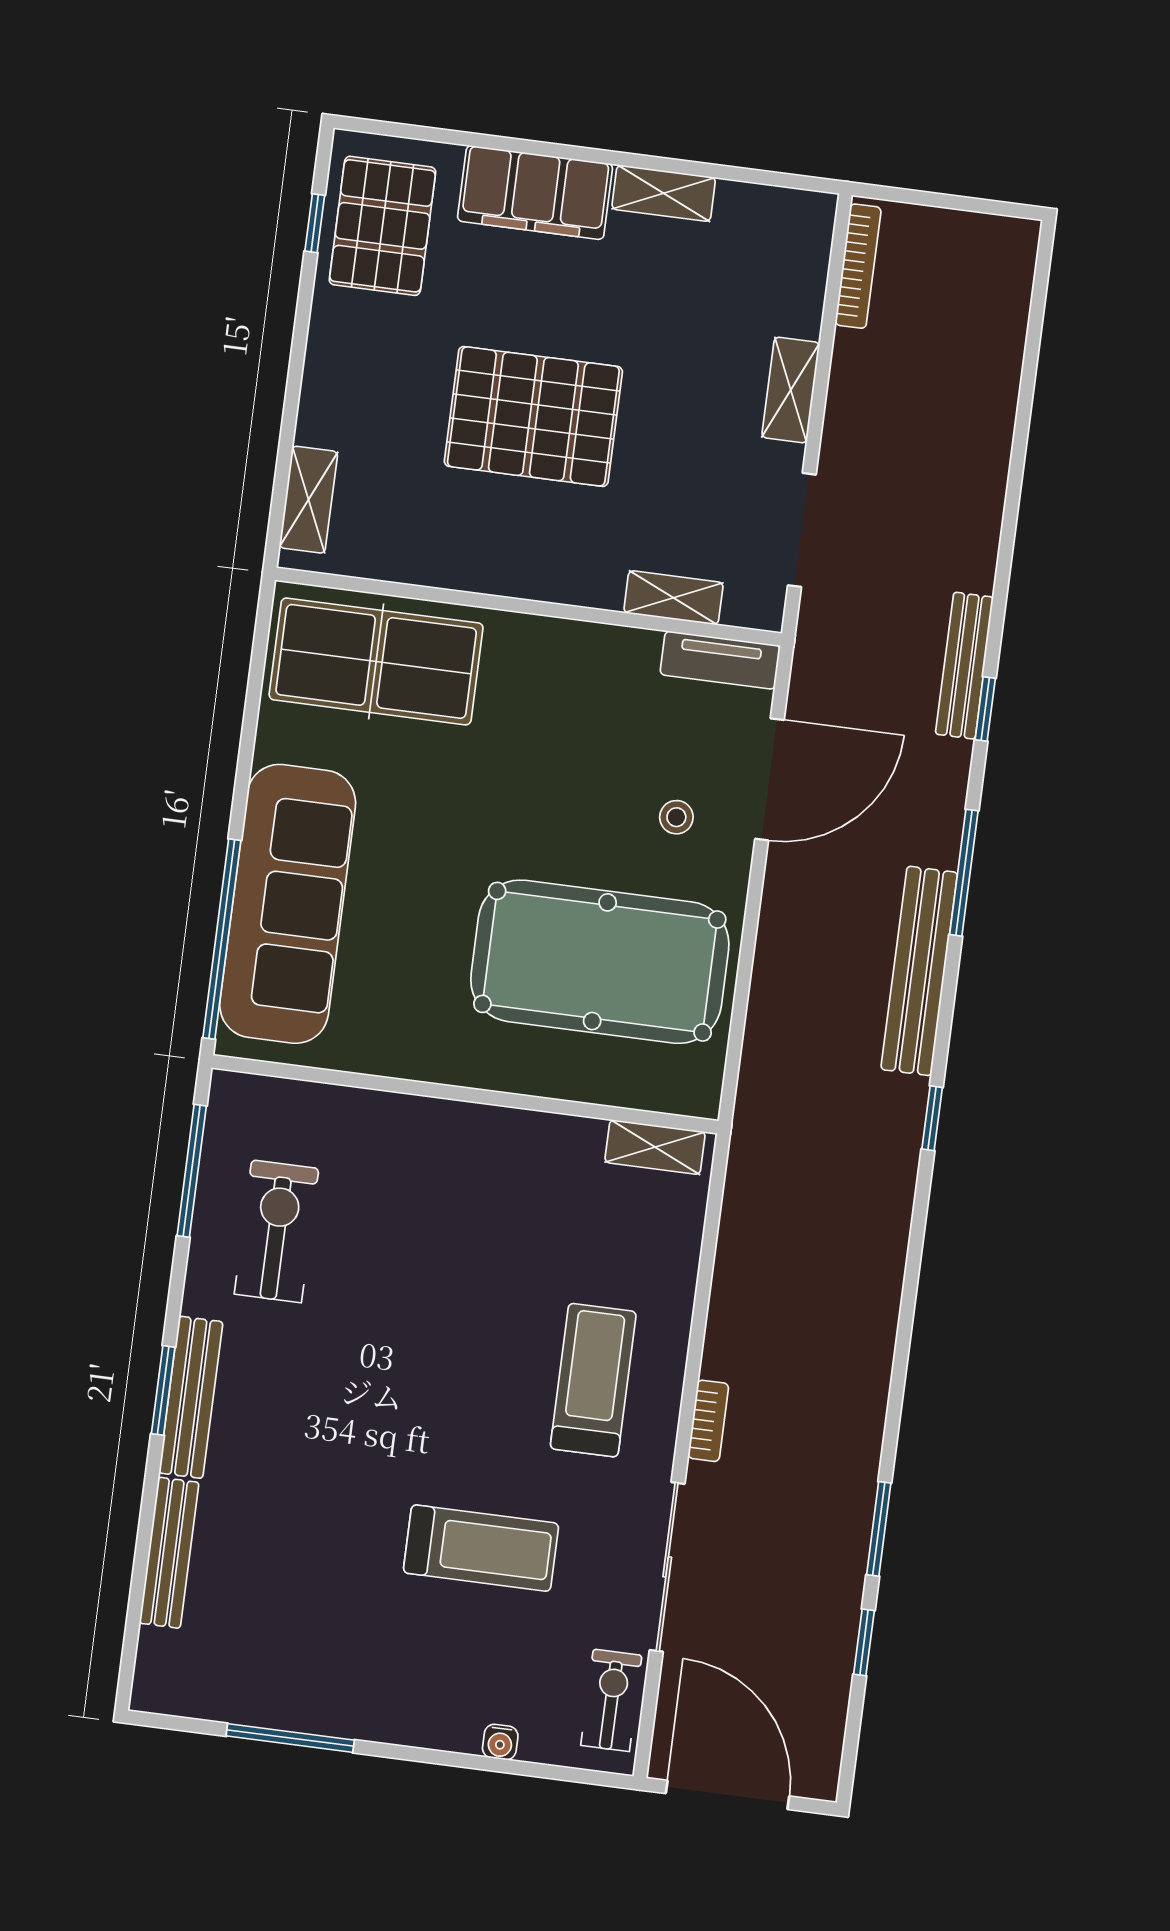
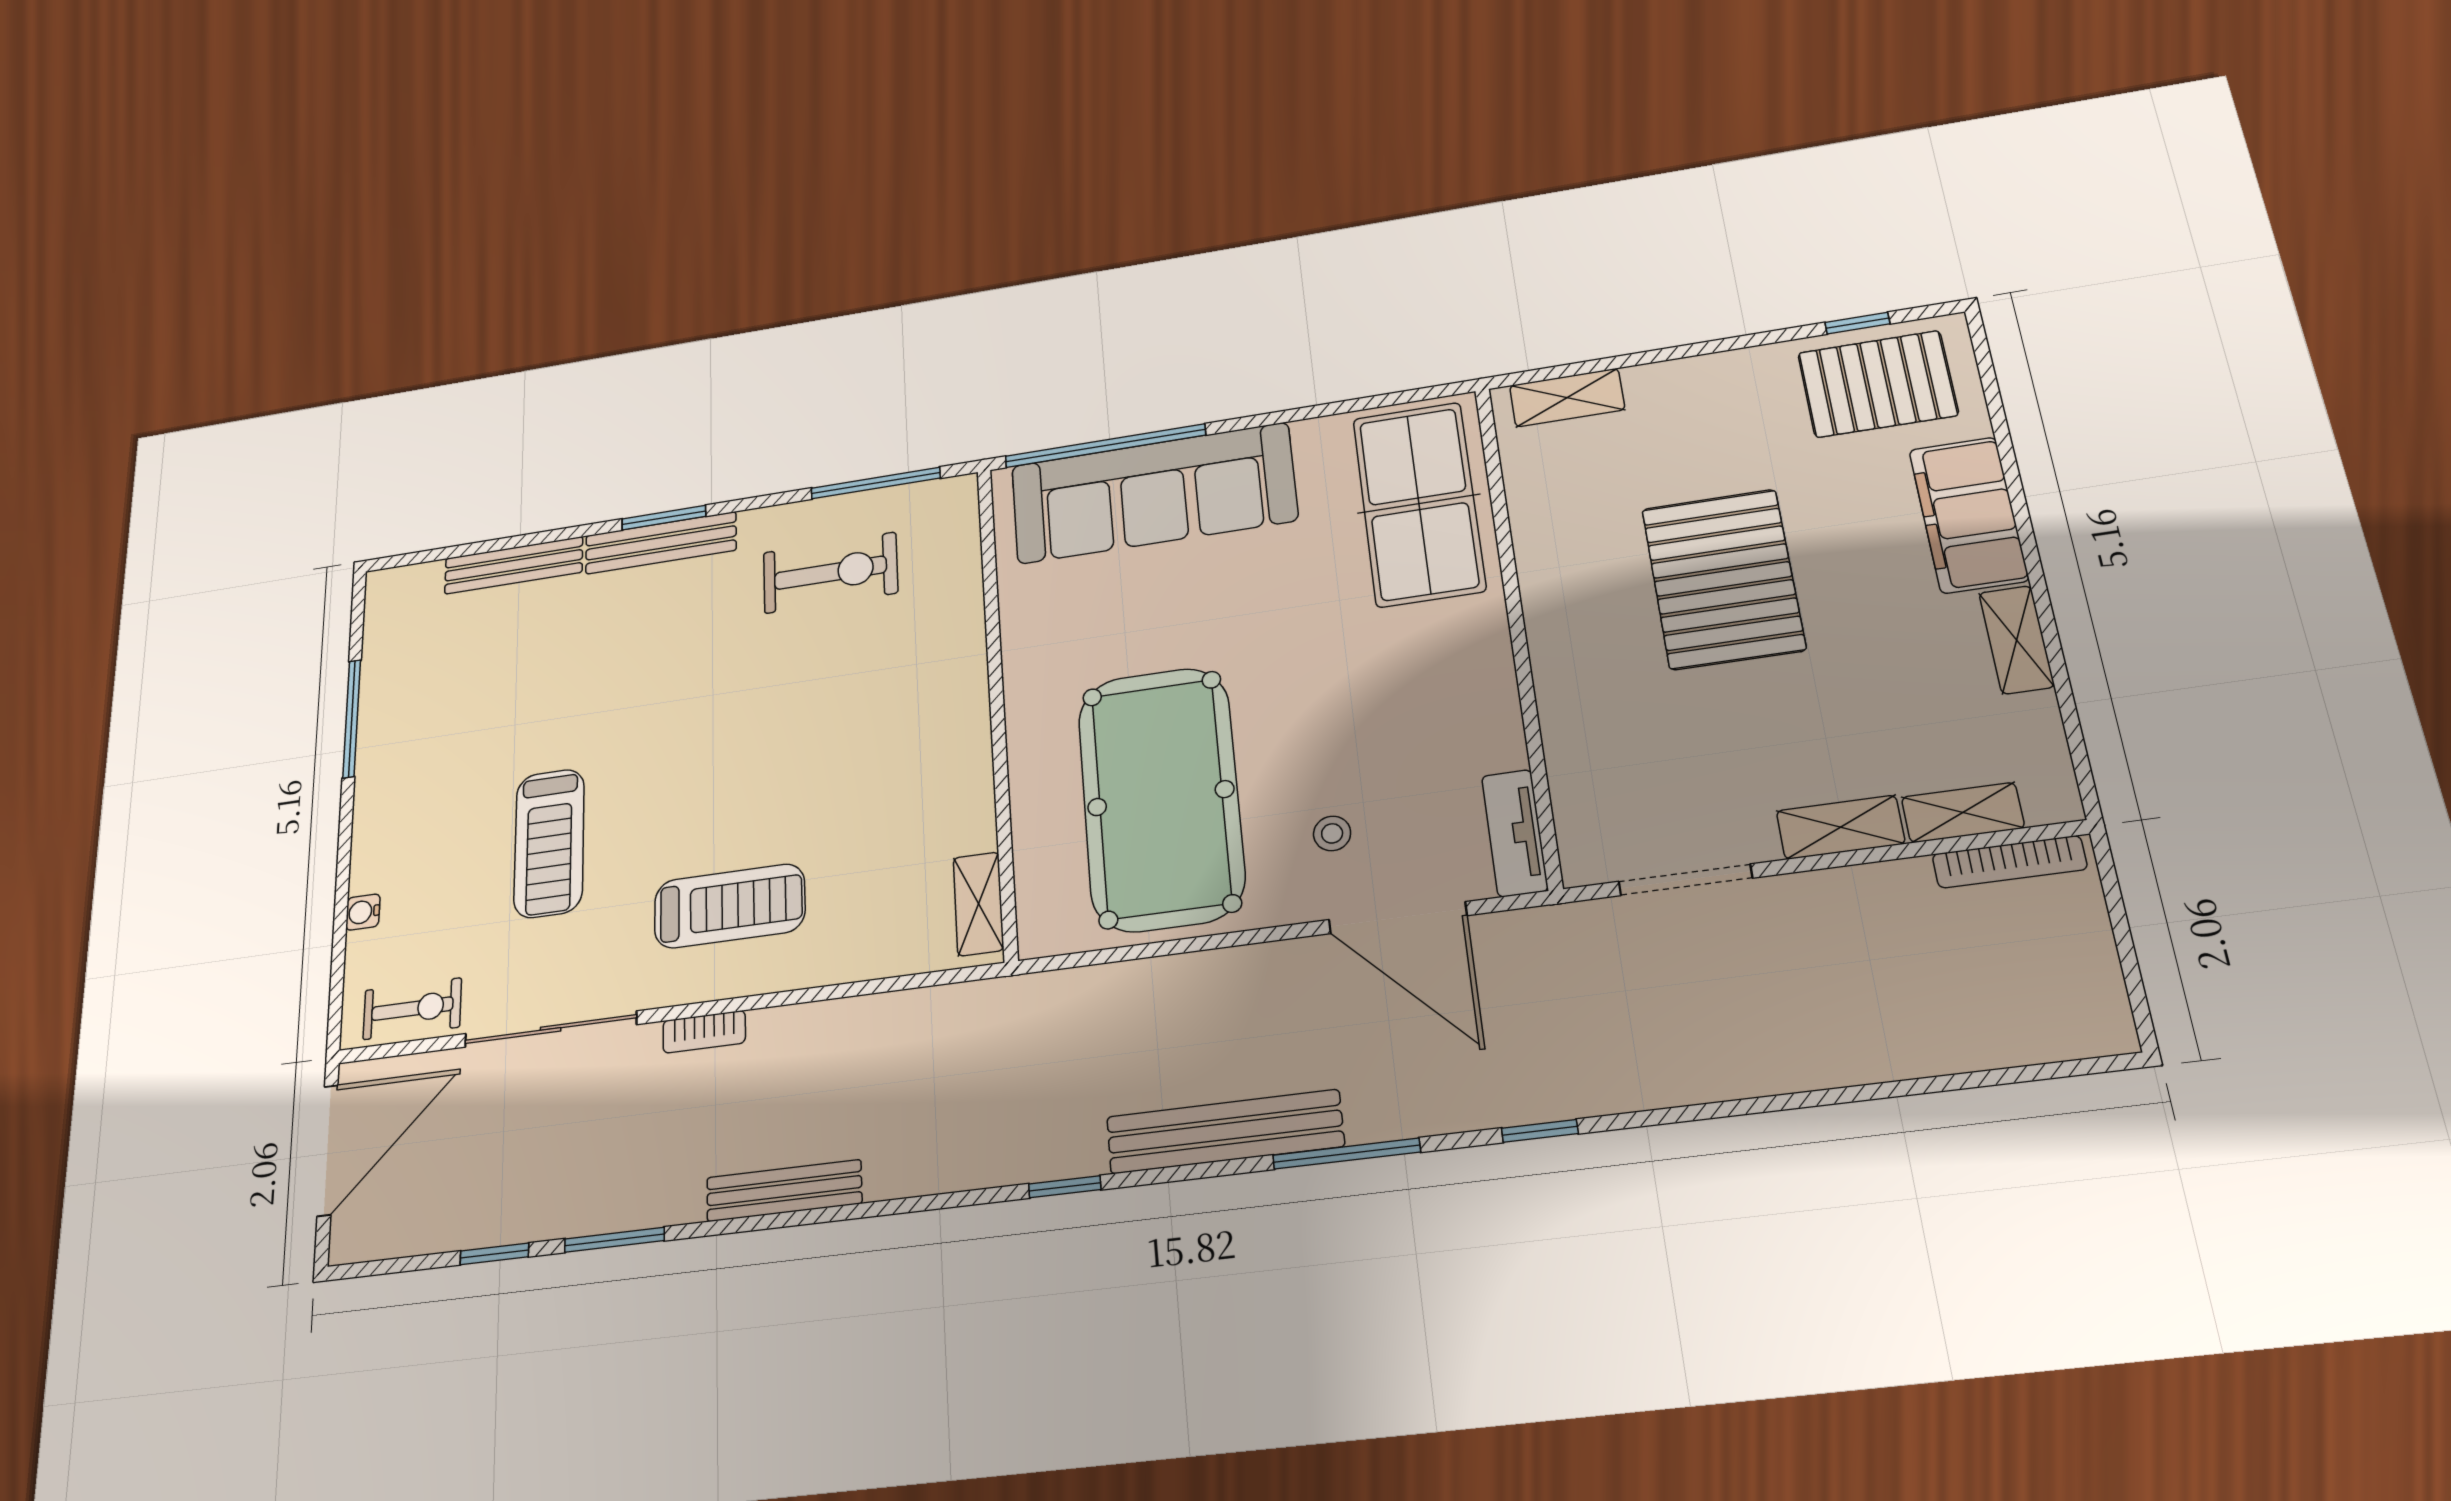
shelving: (673, 598) -> (1963, 813), moved, turned 90
bench: (964, 666) -> (784, 1191), moved

